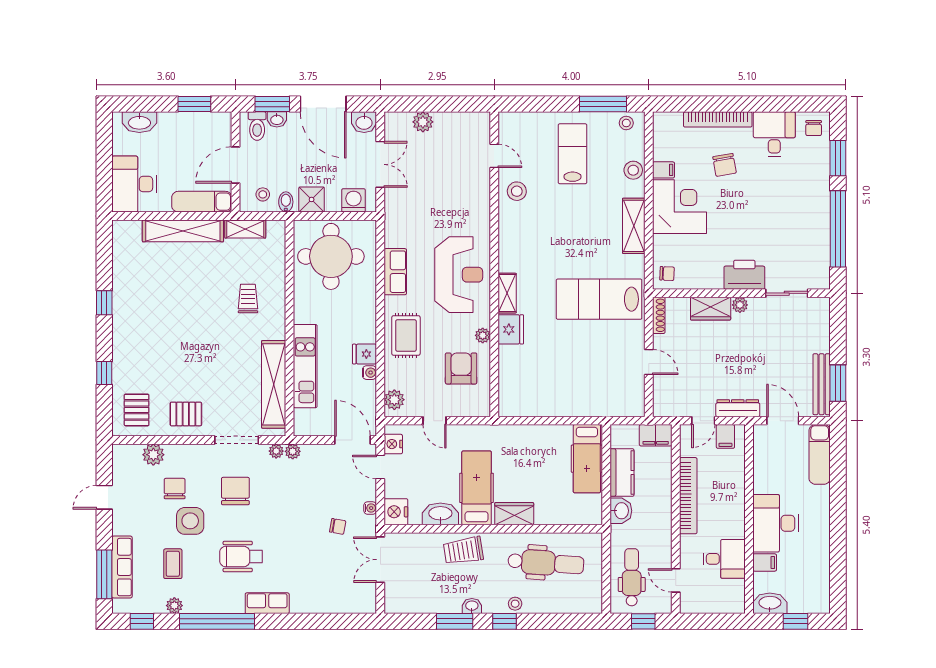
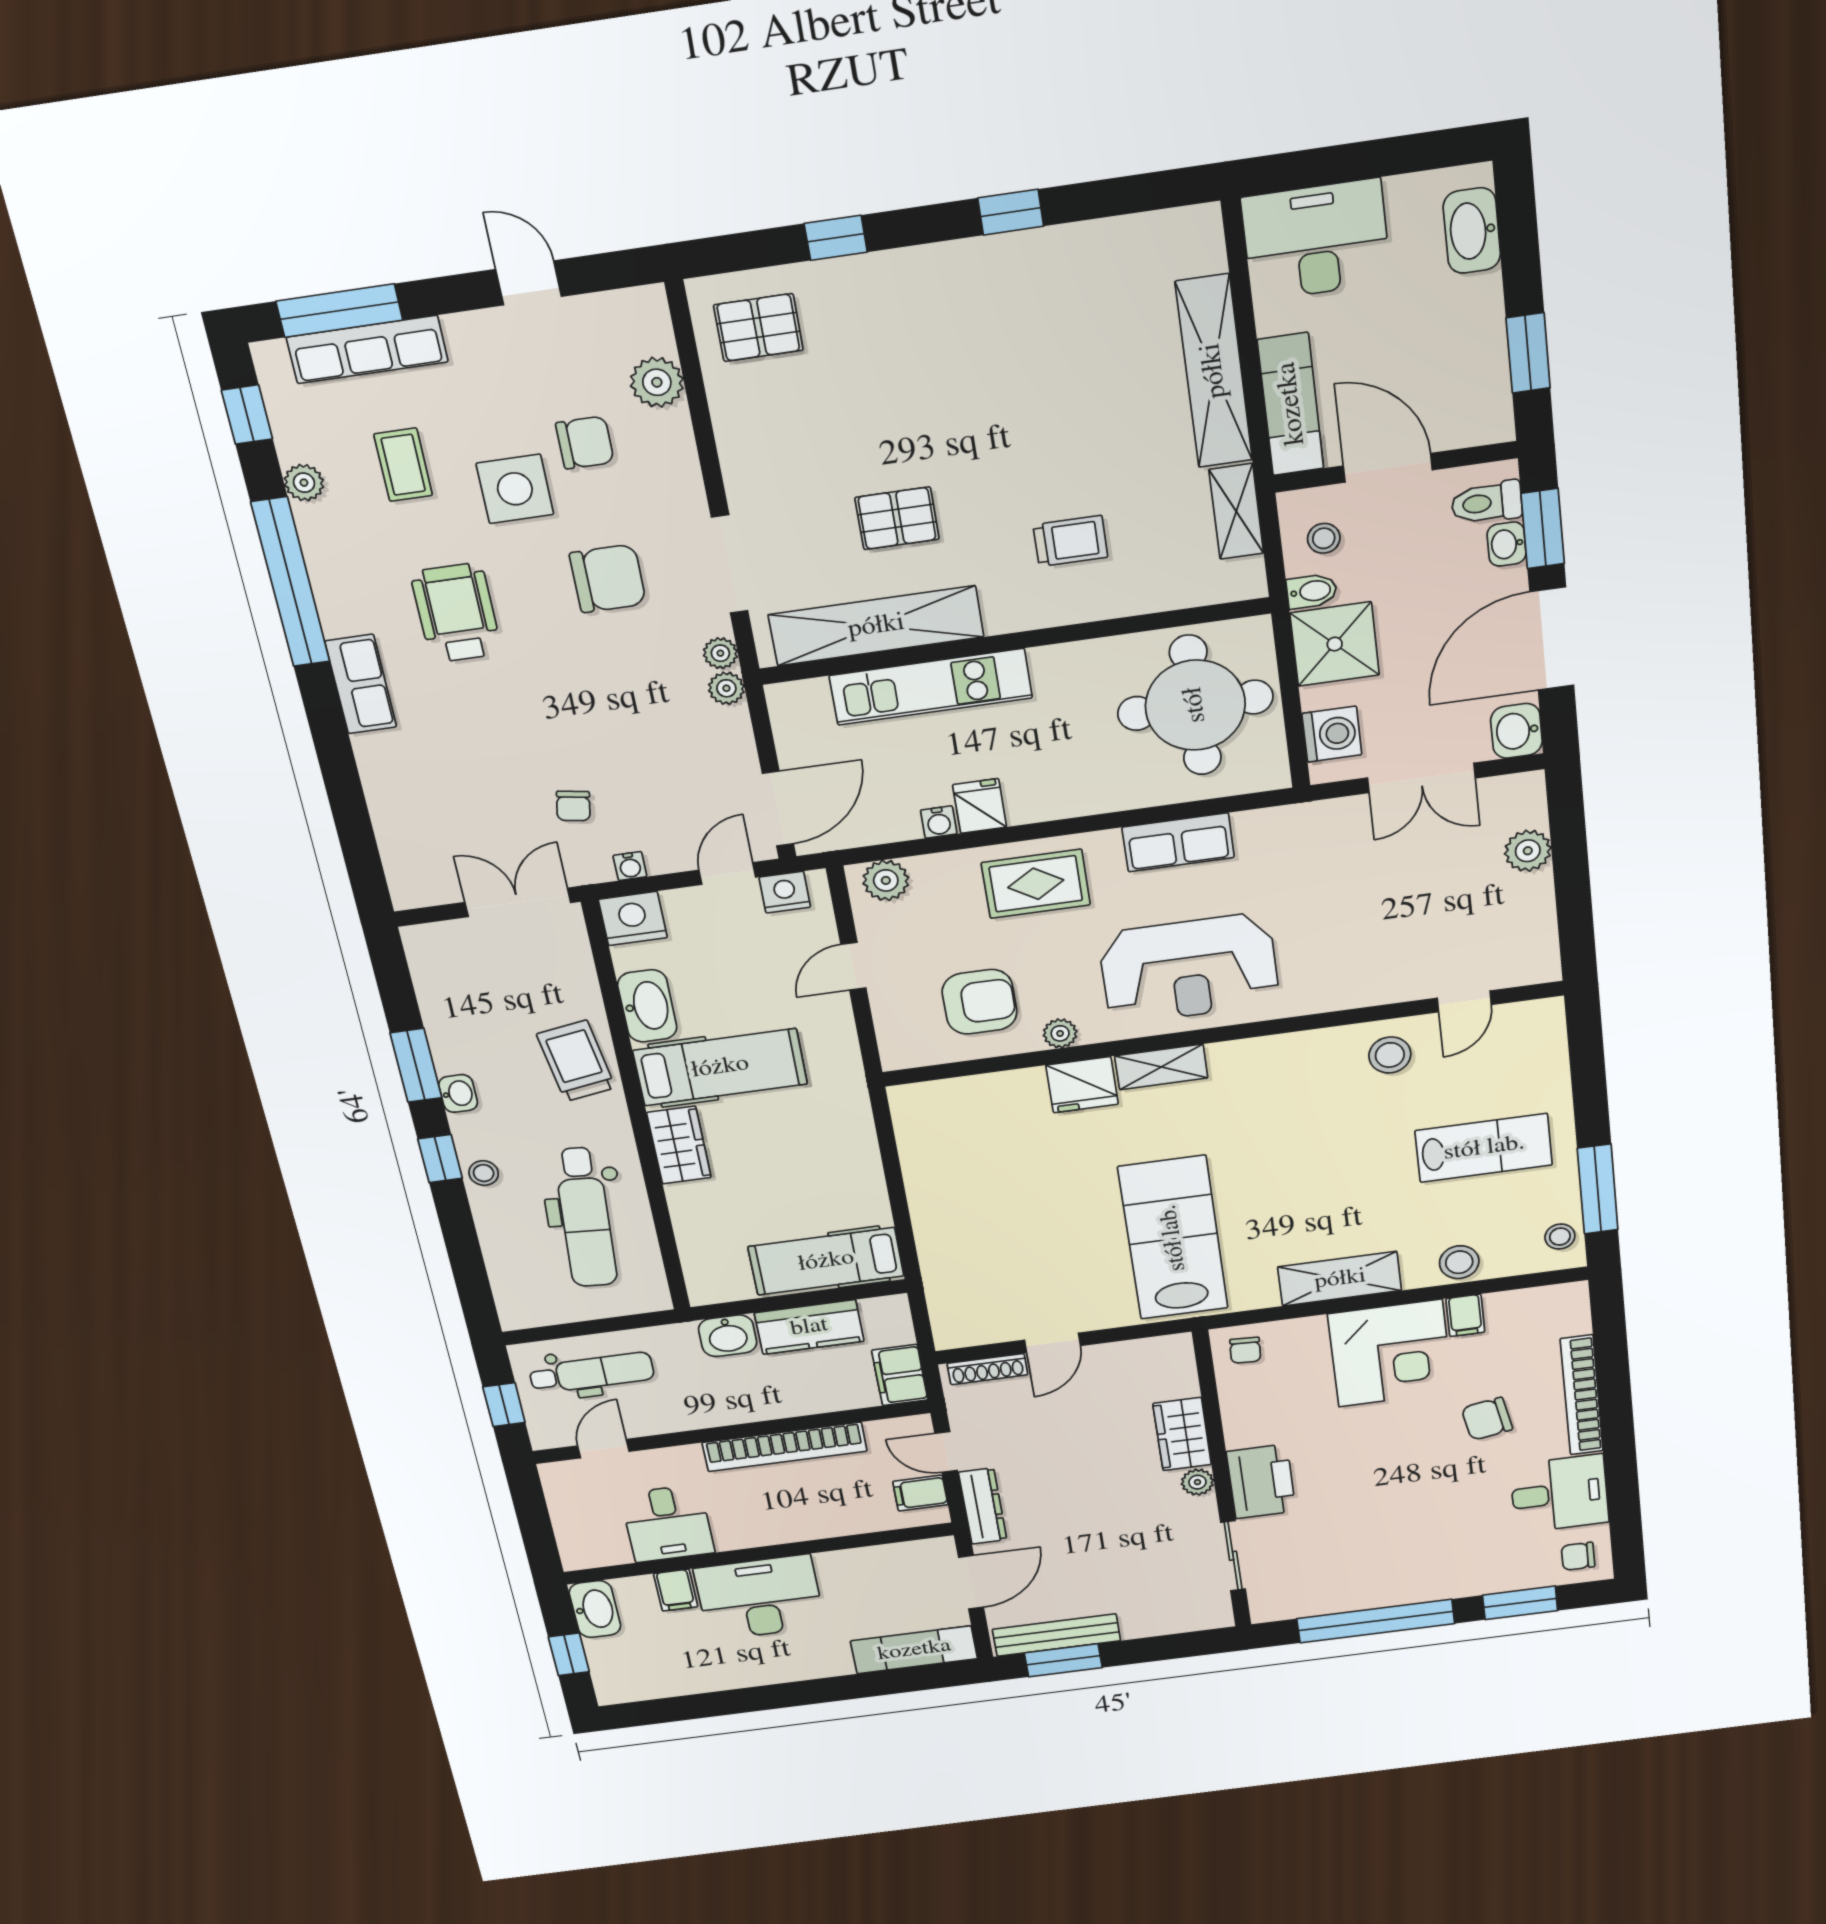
shower: (312, 199) -> (1335, 644), width x1.36, depth x1.36
shoe rack: (659, 315) -> (988, 1369), moved
pallet: (186, 414) -> (897, 518), moved, turned 90
coffee table: (173, 564) -> (403, 465), turned 90

